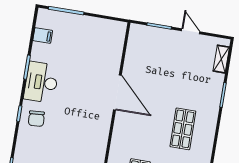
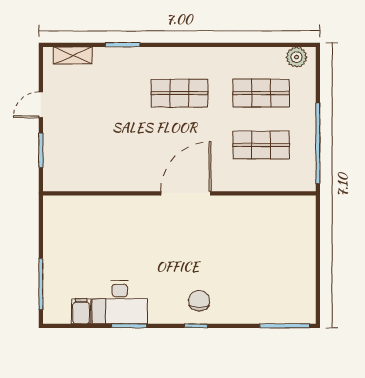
desk: (41, 82) -> (120, 302), moved
door: (117, 93) -> (186, 193), moved
chair: (36, 119) -> (199, 301), turned -86

